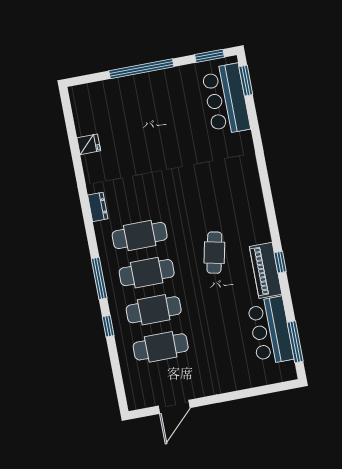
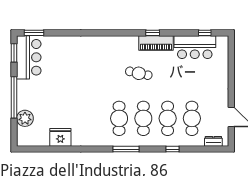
plant: (113, 92) -> (25, 118), added
bar counter: (226, 99) -> (29, 57), moved, turned -90
fridge: (89, 144) -> (60, 137), width x1.88, depth x1.34
dresser: (98, 207) -> (213, 141), moved
window: (99, 278) -> (126, 149), moved
window: (295, 342) -> (205, 33), width x0.46

